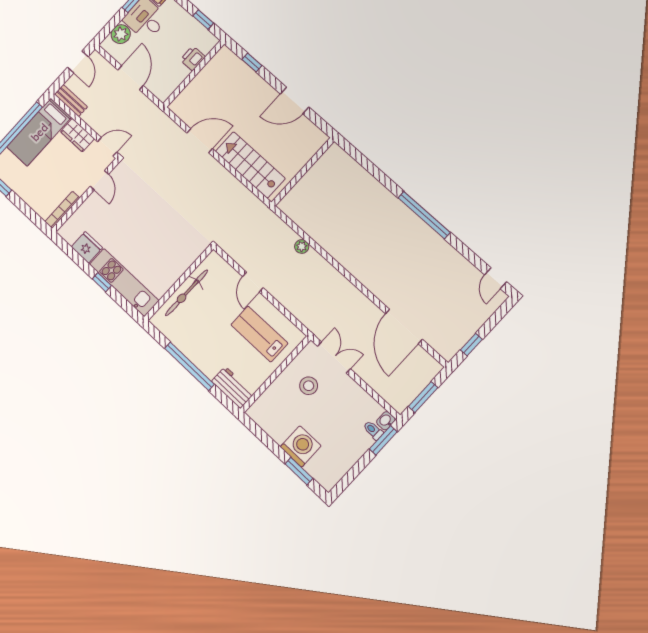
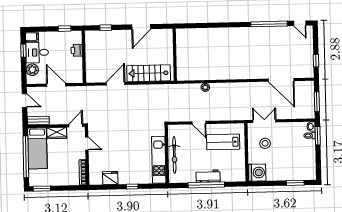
window: (424, 215) -> (269, 24), moved
kitchen unit: (124, 282) -> (159, 160), moved, turned -90
workbench: (233, 387) -> (208, 176), moved
washing machine: (301, 446) -> (257, 173), moved, turned 90

